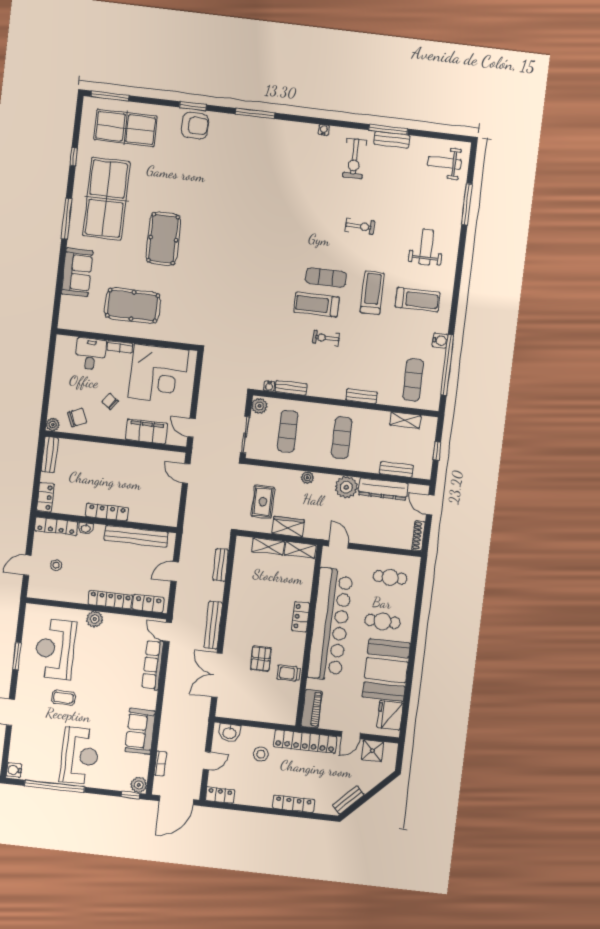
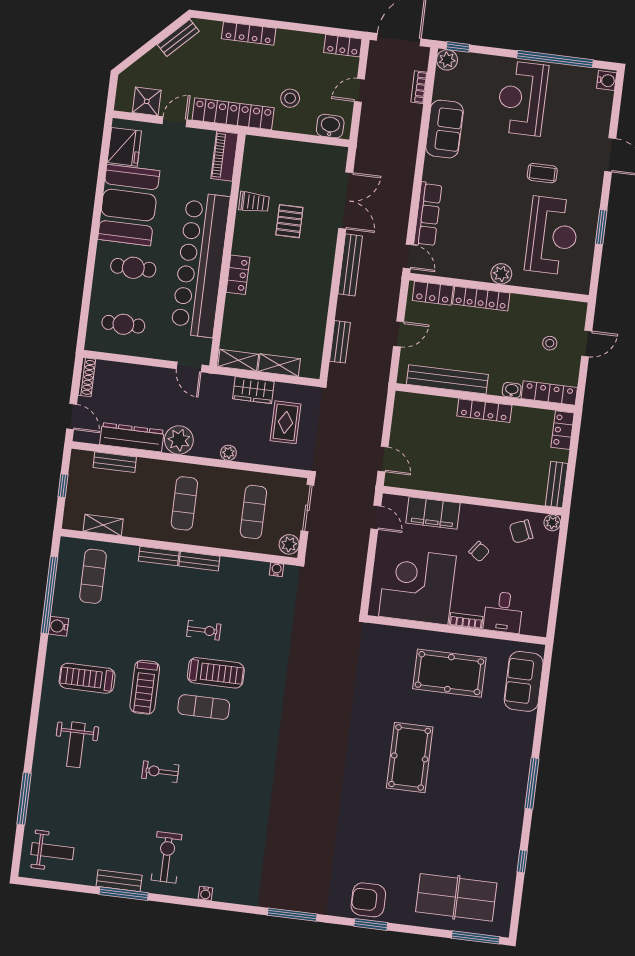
table tennis table: (107, 199) -> (481, 808), removed
sofa: (77, 272) -> (524, 681), moved
bench: (291, 388) -> (199, 561), moved

